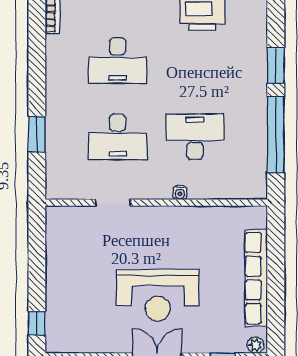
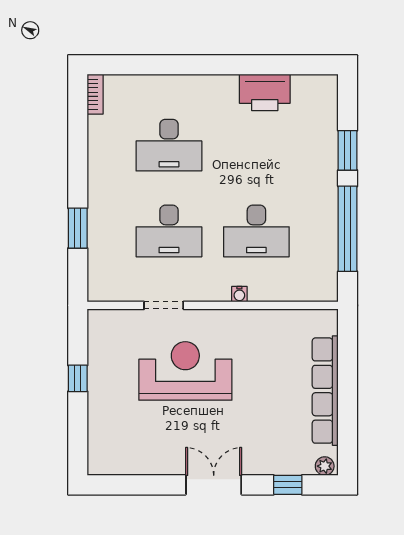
desk: (195, 137) -> (256, 231), turned 180
reception desk: (158, 295) -> (185, 371), moved, turned 180
window: (37, 323) -> (78, 378), moved

